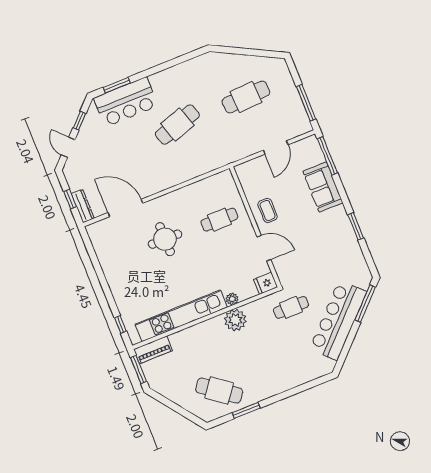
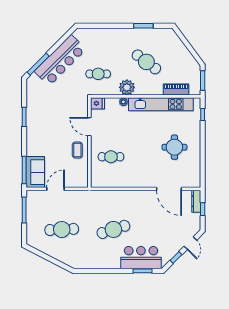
sofa: (323, 187) -> (35, 172), moved
round table: (165, 239) -> (174, 147), moved
cafe table: (291, 307) -> (98, 74), moved
piano: (153, 350) -> (176, 89), moved
cafe table: (219, 390) -> (146, 62), moved

